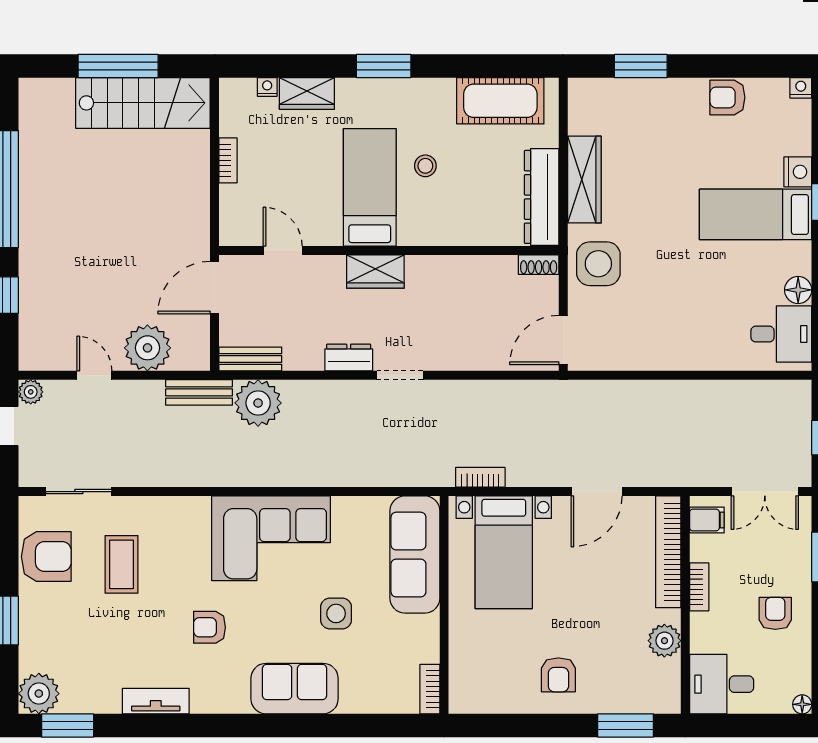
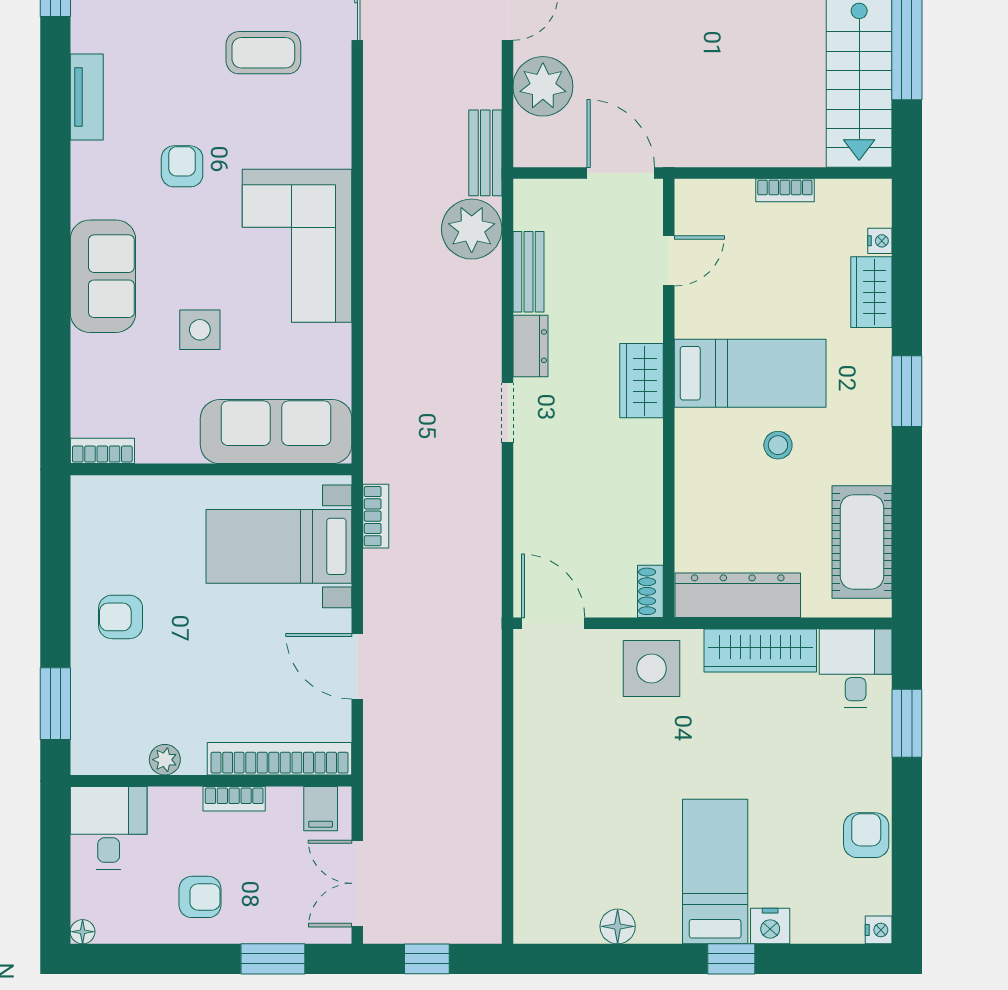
desk: (781, 334) -> (856, 668), moved, turned 180
bench: (250, 359) -> (528, 272), moved
plant: (664, 641) -> (165, 760), width x0.73, depth x0.73

